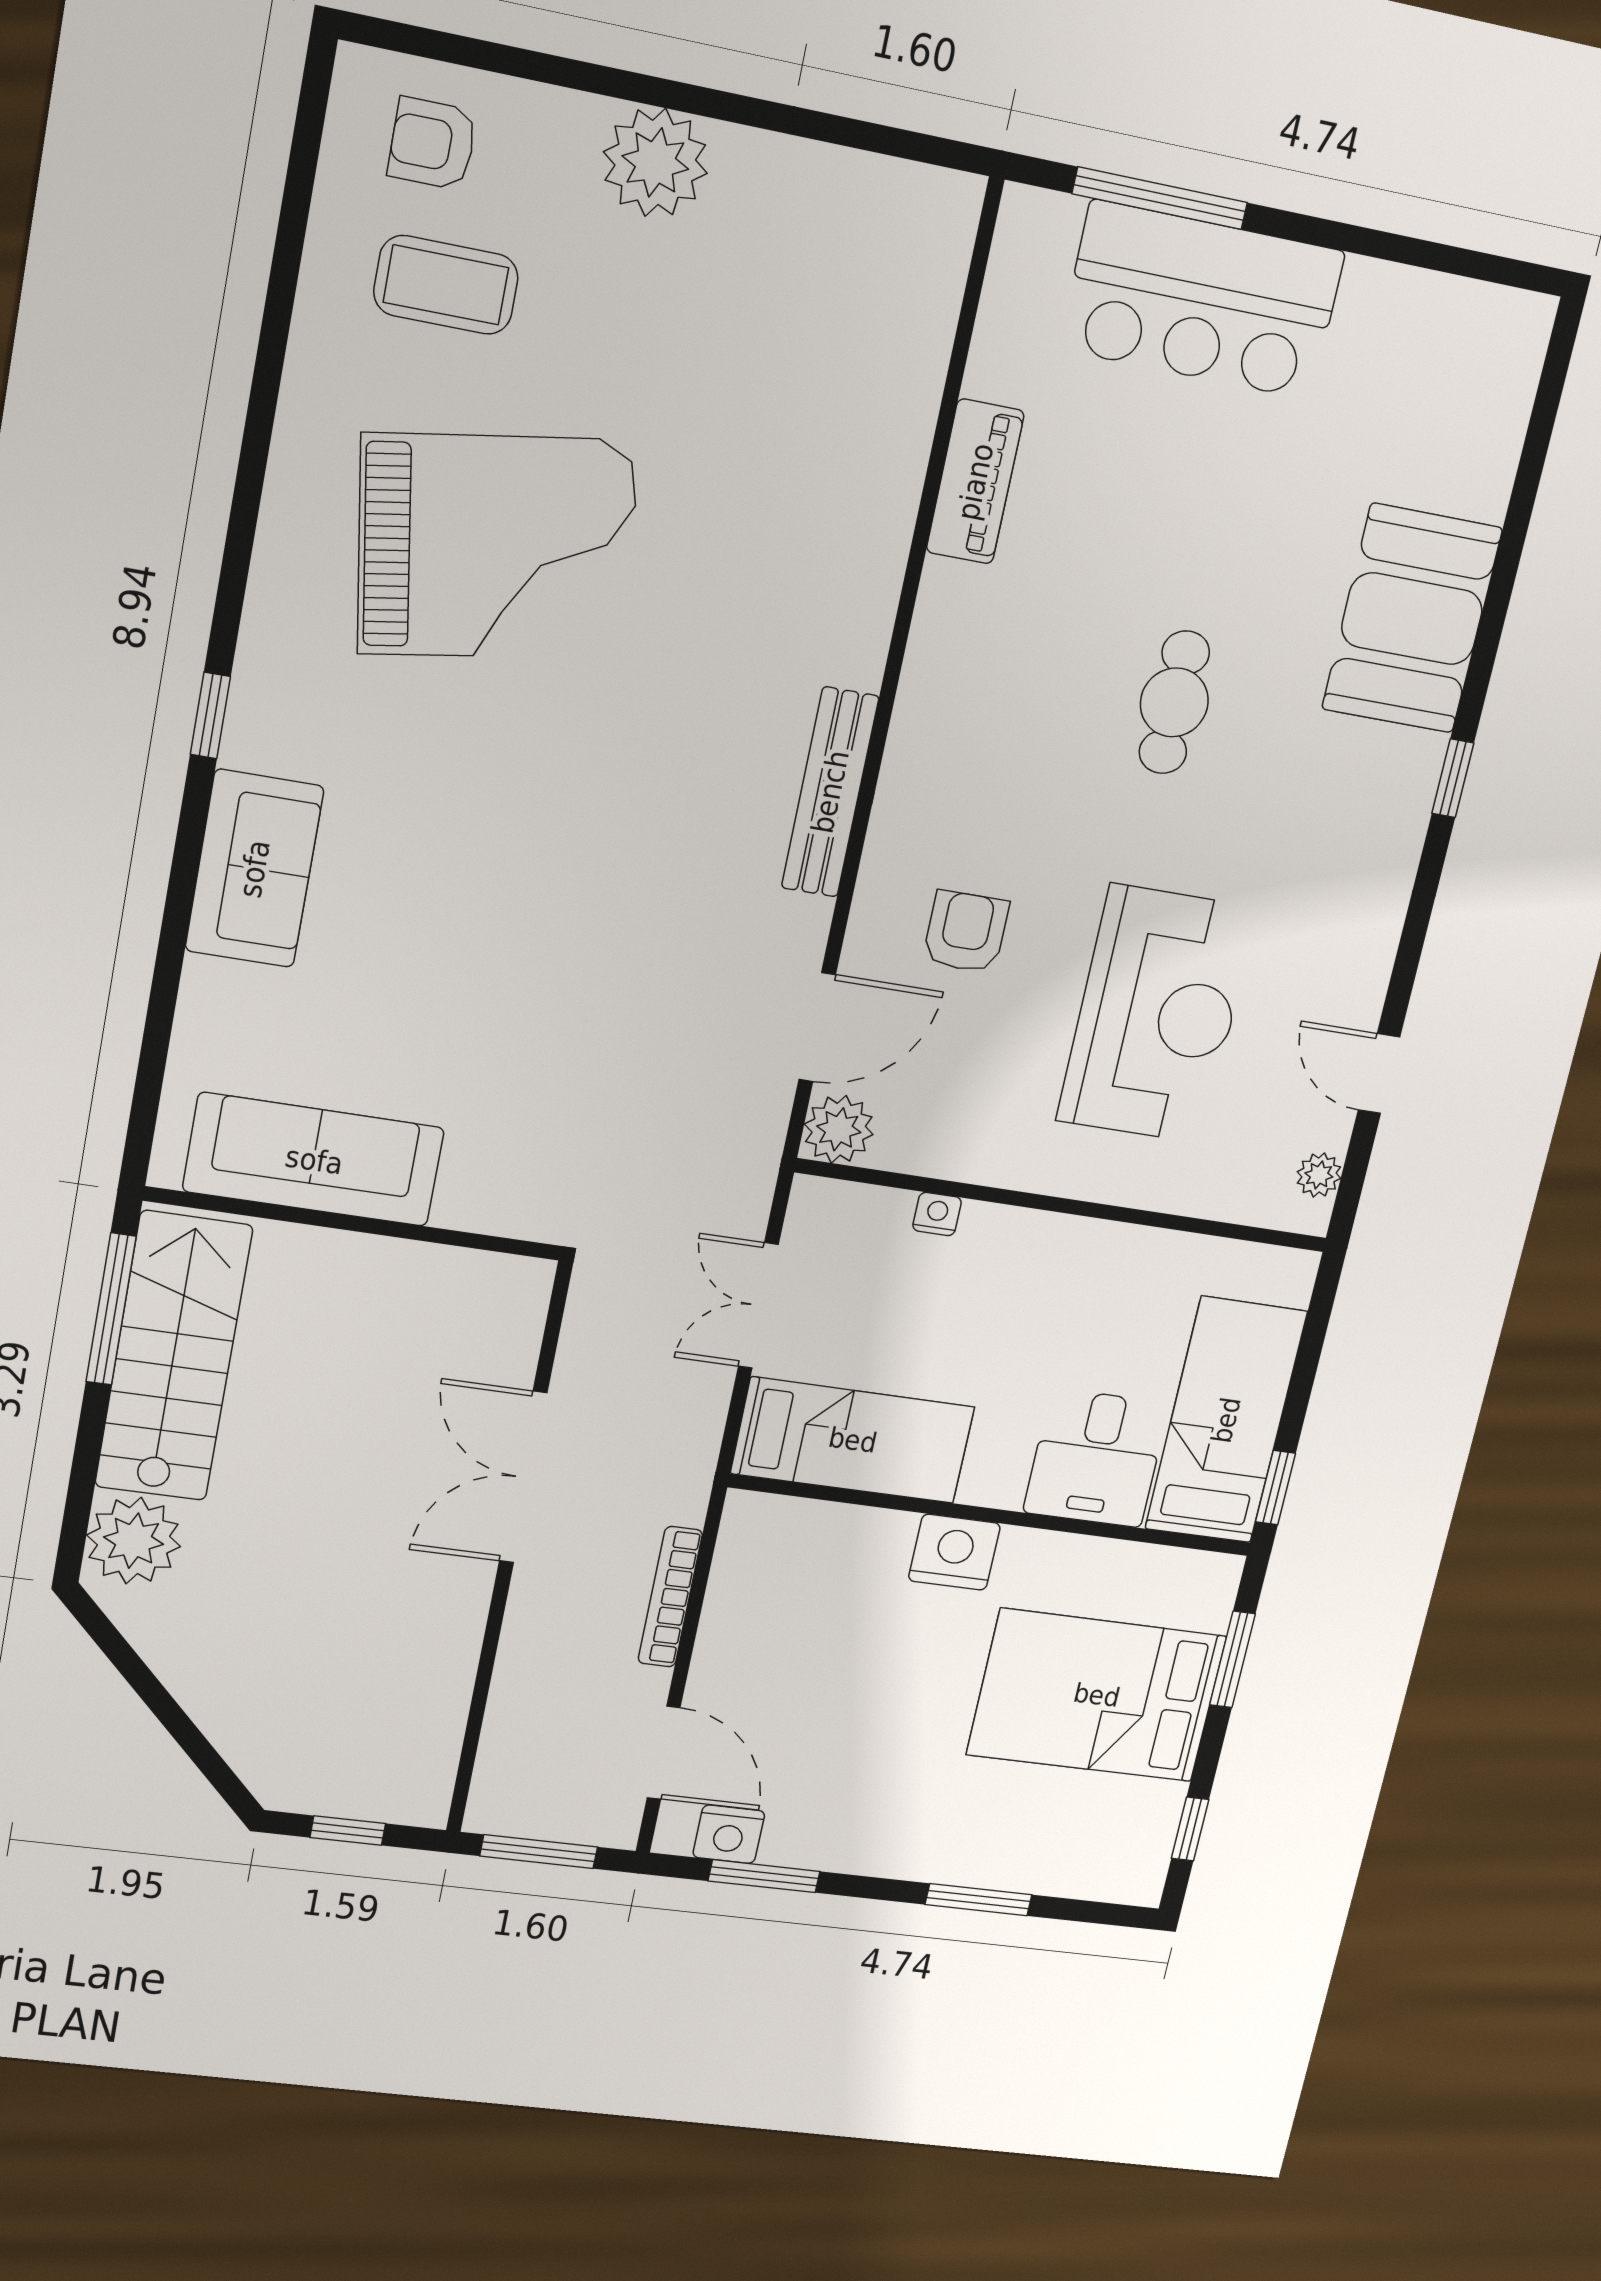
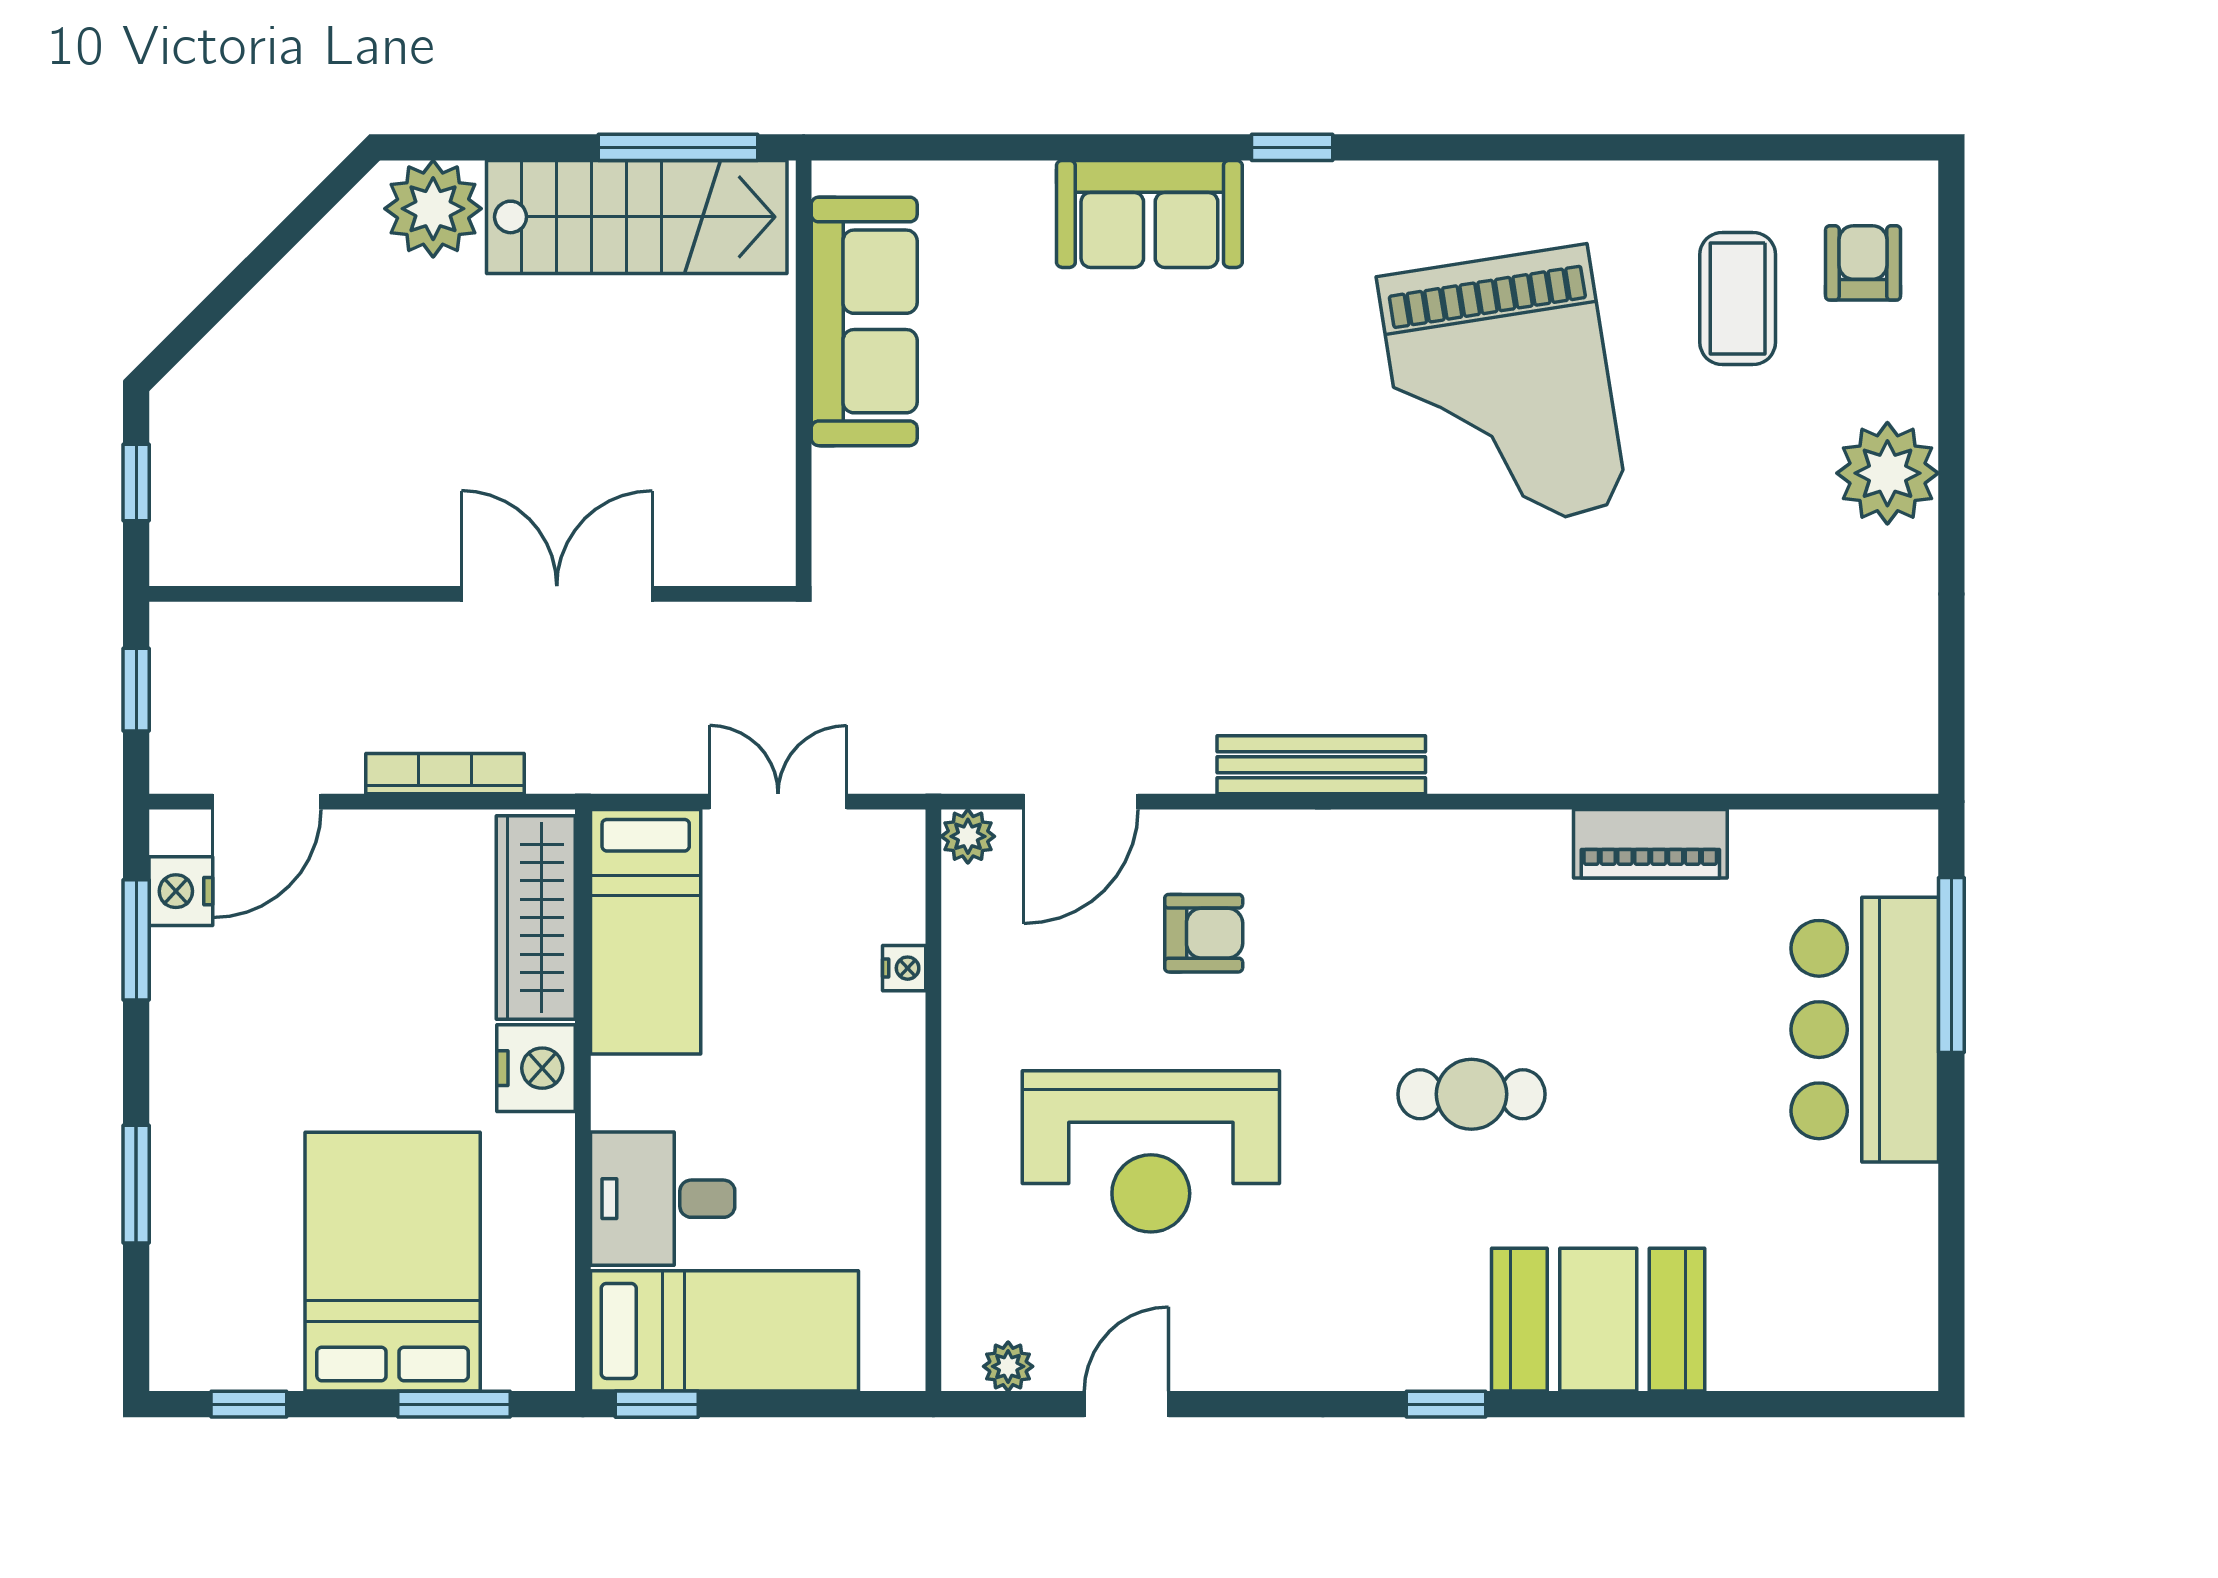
door: (817, 1027) -> (1081, 802), hinge flipped
plant: (839, 1129) -> (968, 836), width x0.73, depth x0.73
wardrobe: (819, 1535) -> (536, 917), added
window: (539, 1851) -> (136, 690), width x0.67

